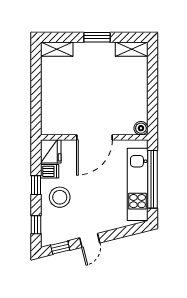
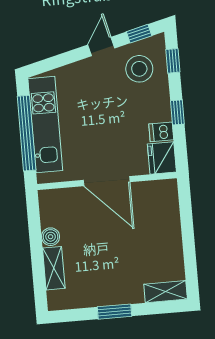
shelving: (132, 49) -> (54, 268), moved, turned 90
boiler: (141, 128) -> (51, 237), moved
door: (94, 137) -> (107, 181), swing flipped
stool: (60, 197) -> (139, 69), moved

